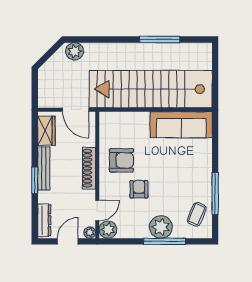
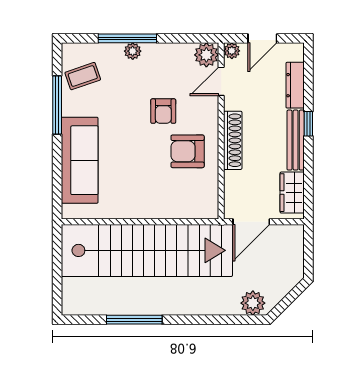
door: (76, 110) -> (251, 222), swing flipped
sofa: (181, 125) -> (80, 160), moved, turned 90
window: (35, 180) -> (308, 124), width x0.67
coffee table: (197, 214) -> (83, 76), turned 48
dresser: (44, 220) -> (295, 85), moved
plant: (161, 227) -> (133, 51), width x0.53, depth x0.53

